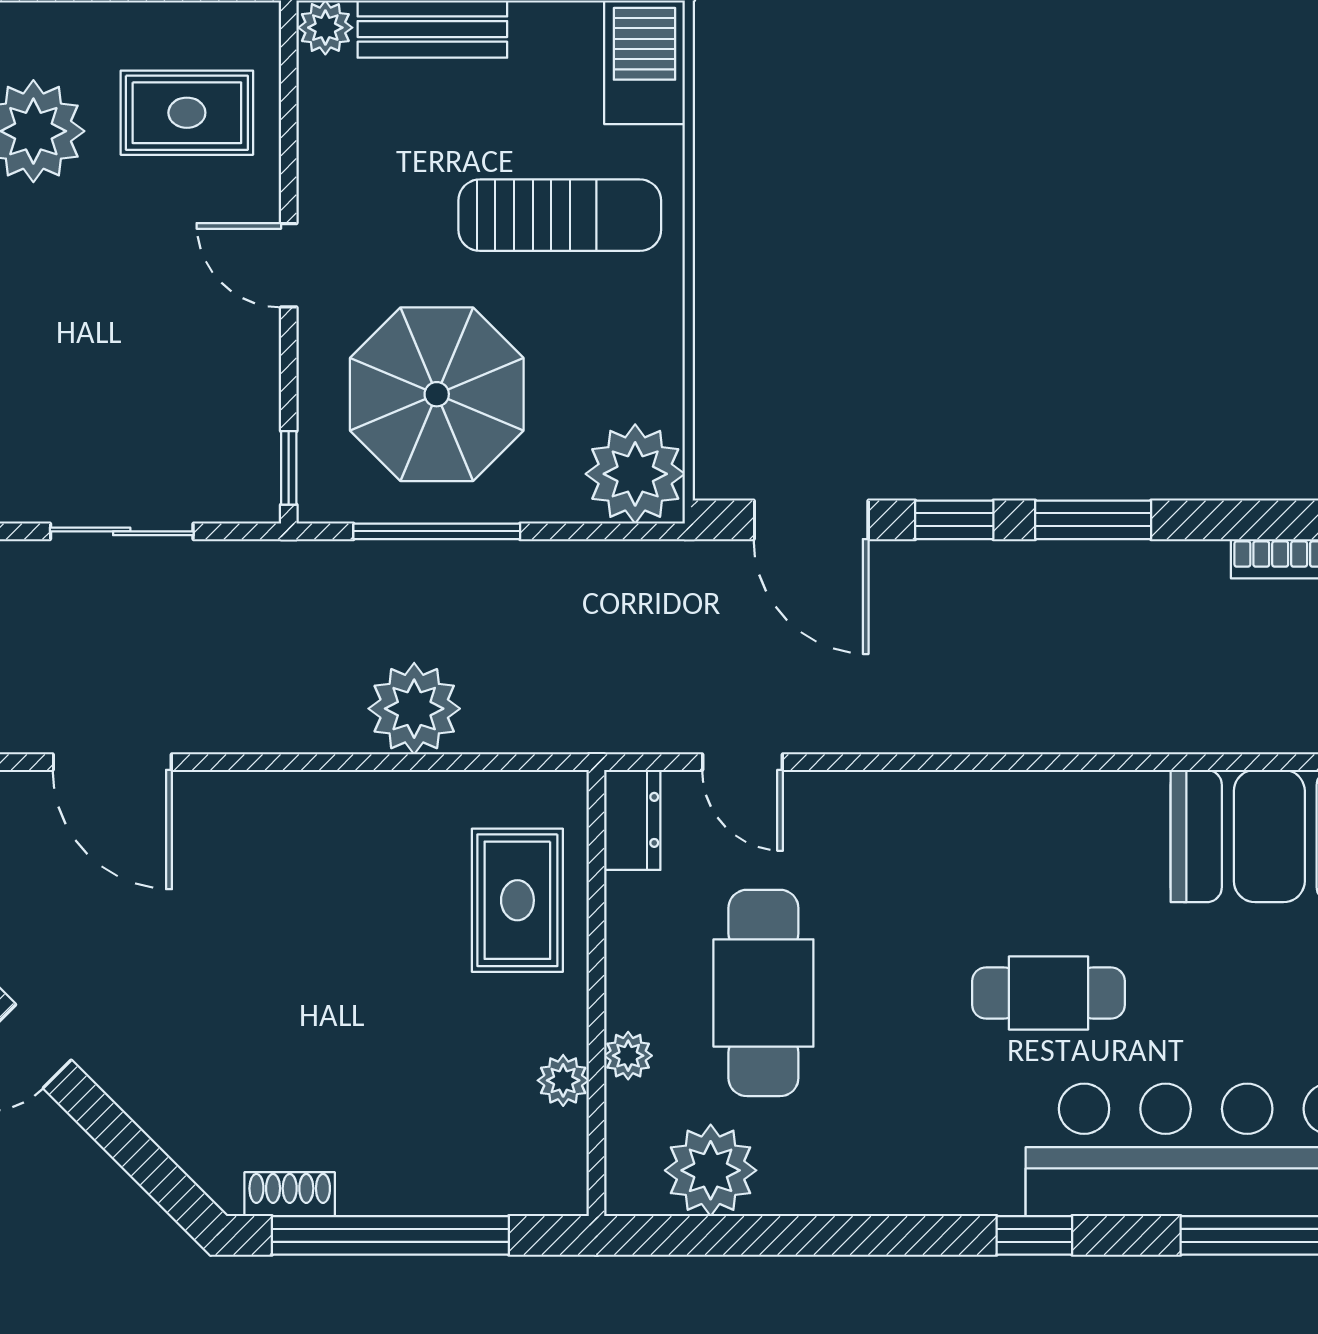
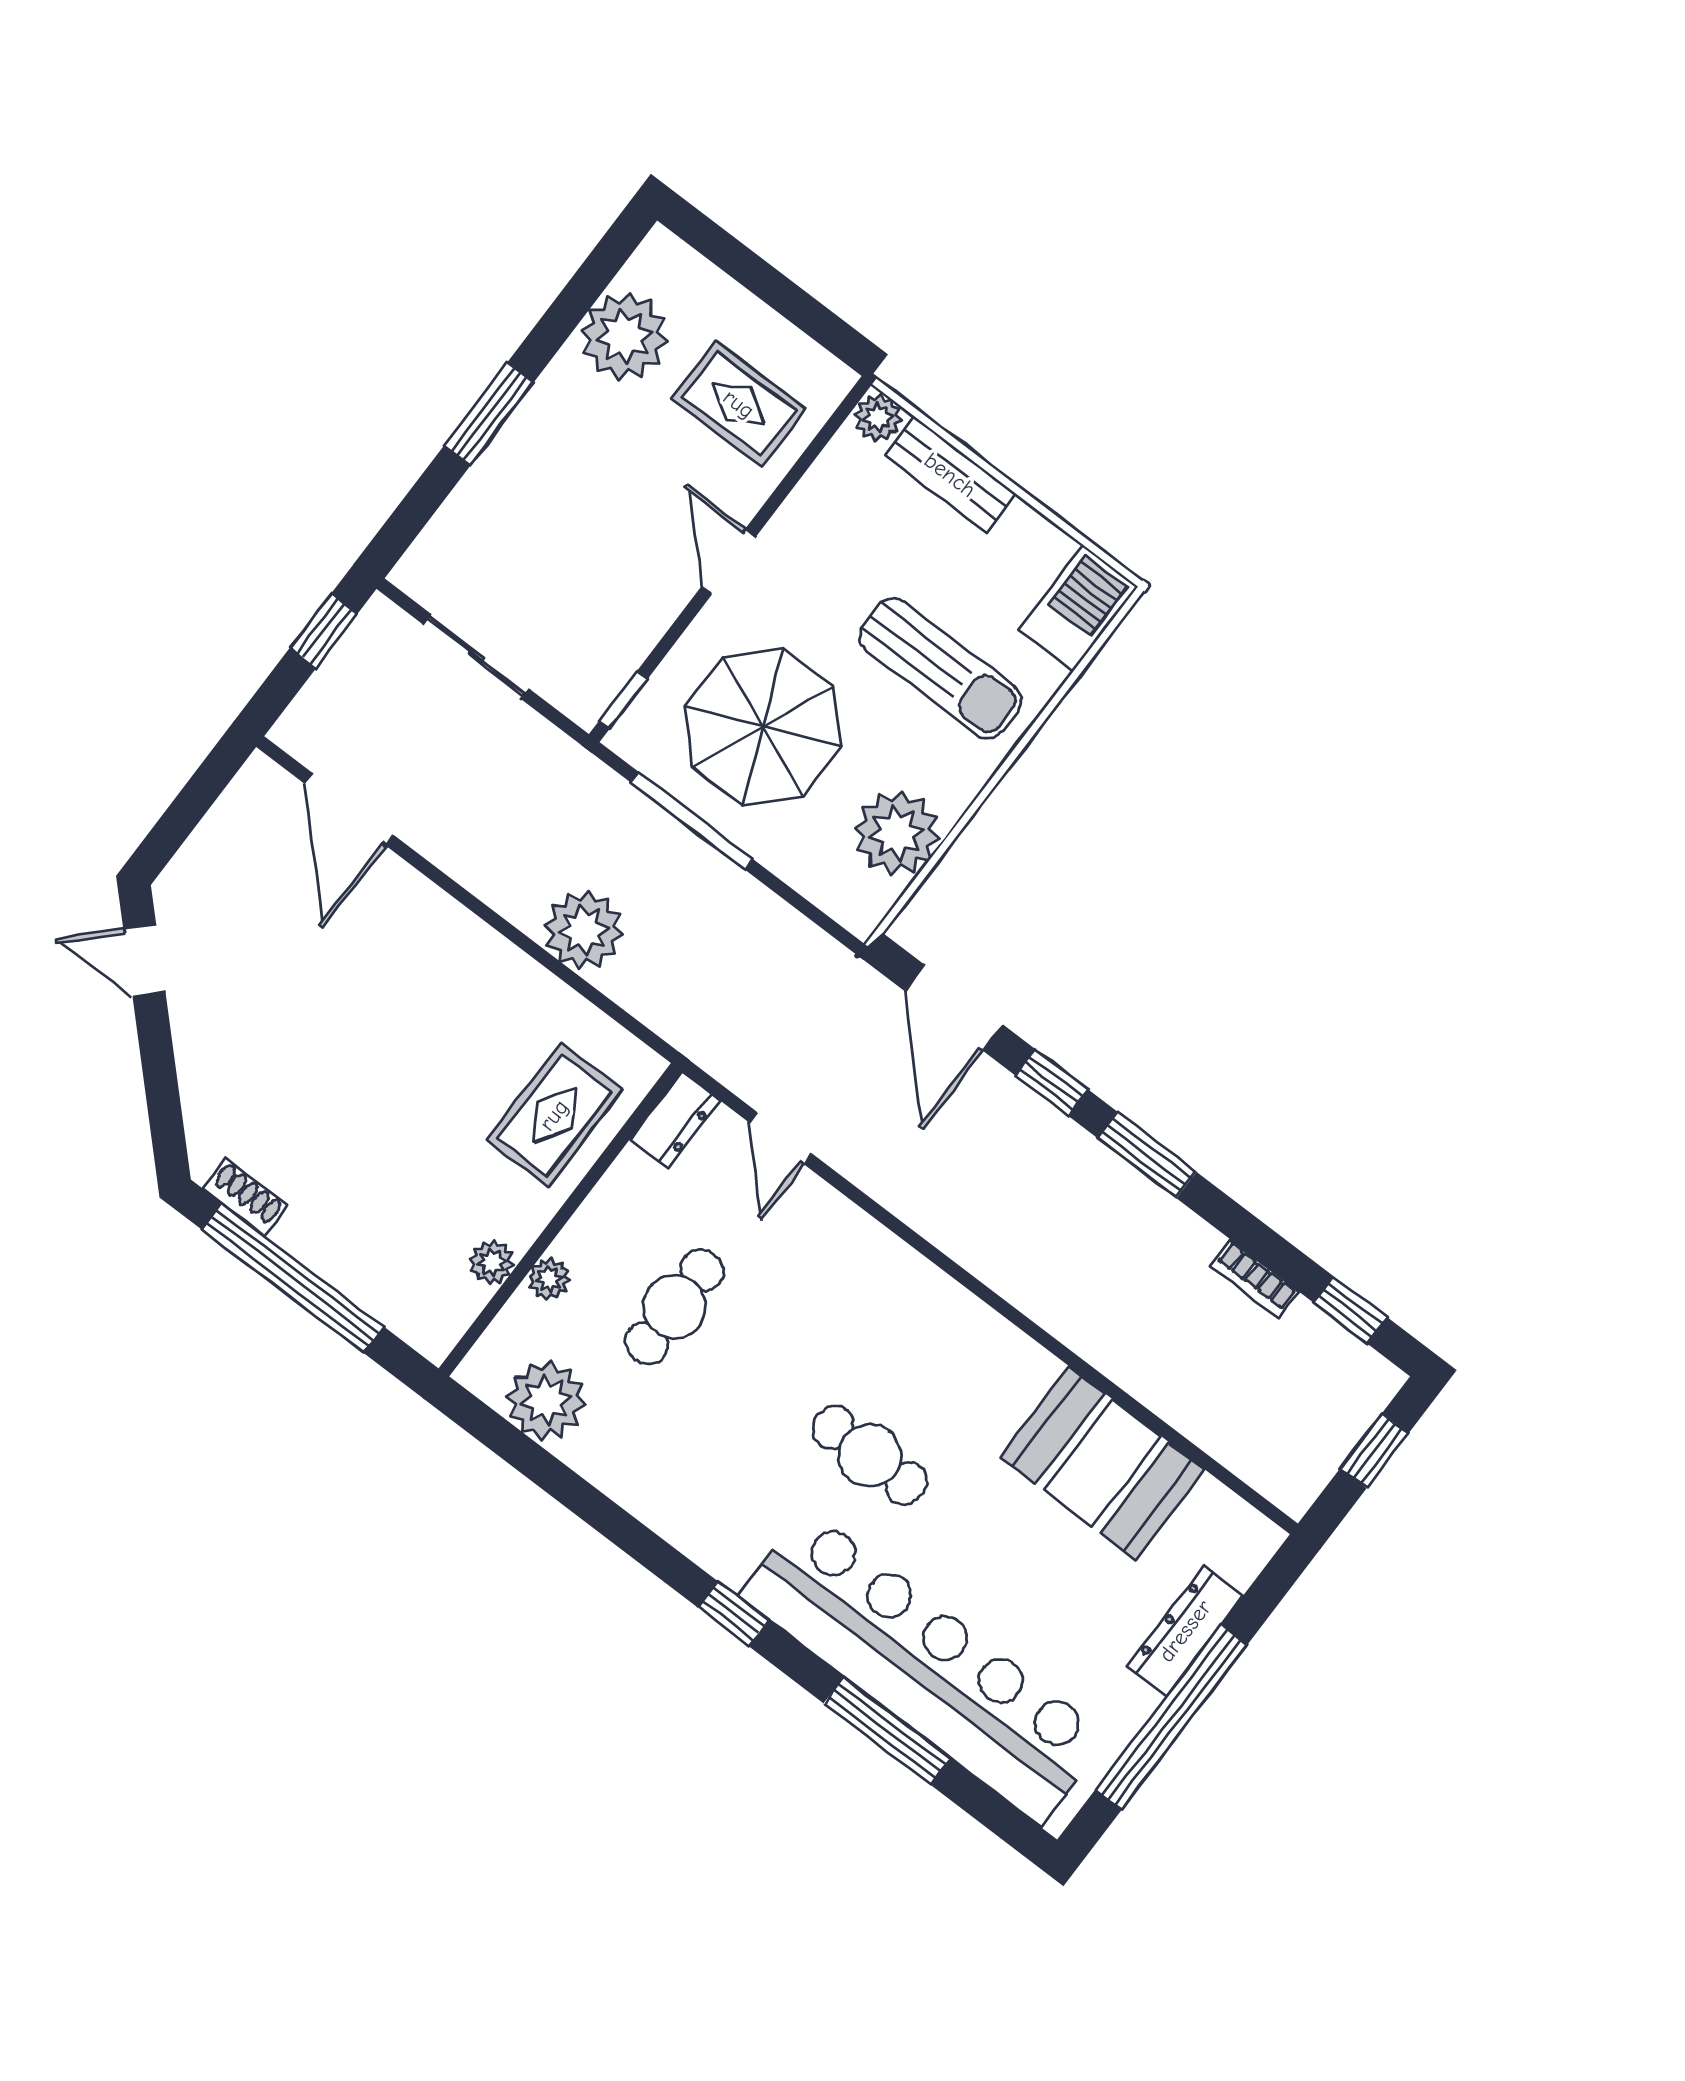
plant: (635, 474) -> (897, 833), moved
cafe table: (763, 993) -> (674, 1307), width x0.73, depth x0.74

